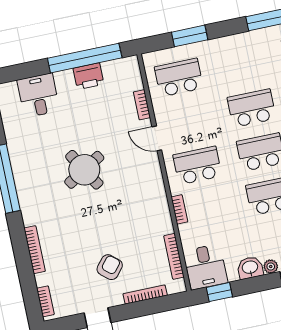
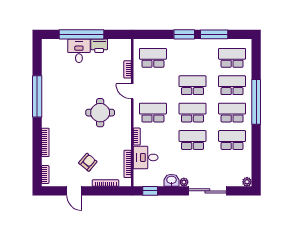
window: (190, 36) -> (184, 34), moved
window: (85, 58) -> (81, 34), moved
desk: (38, 95) -> (79, 51), moved
round table: (84, 170) -> (100, 113), moved, turned 31
desk: (206, 267) -> (146, 157), moved, turned 90

